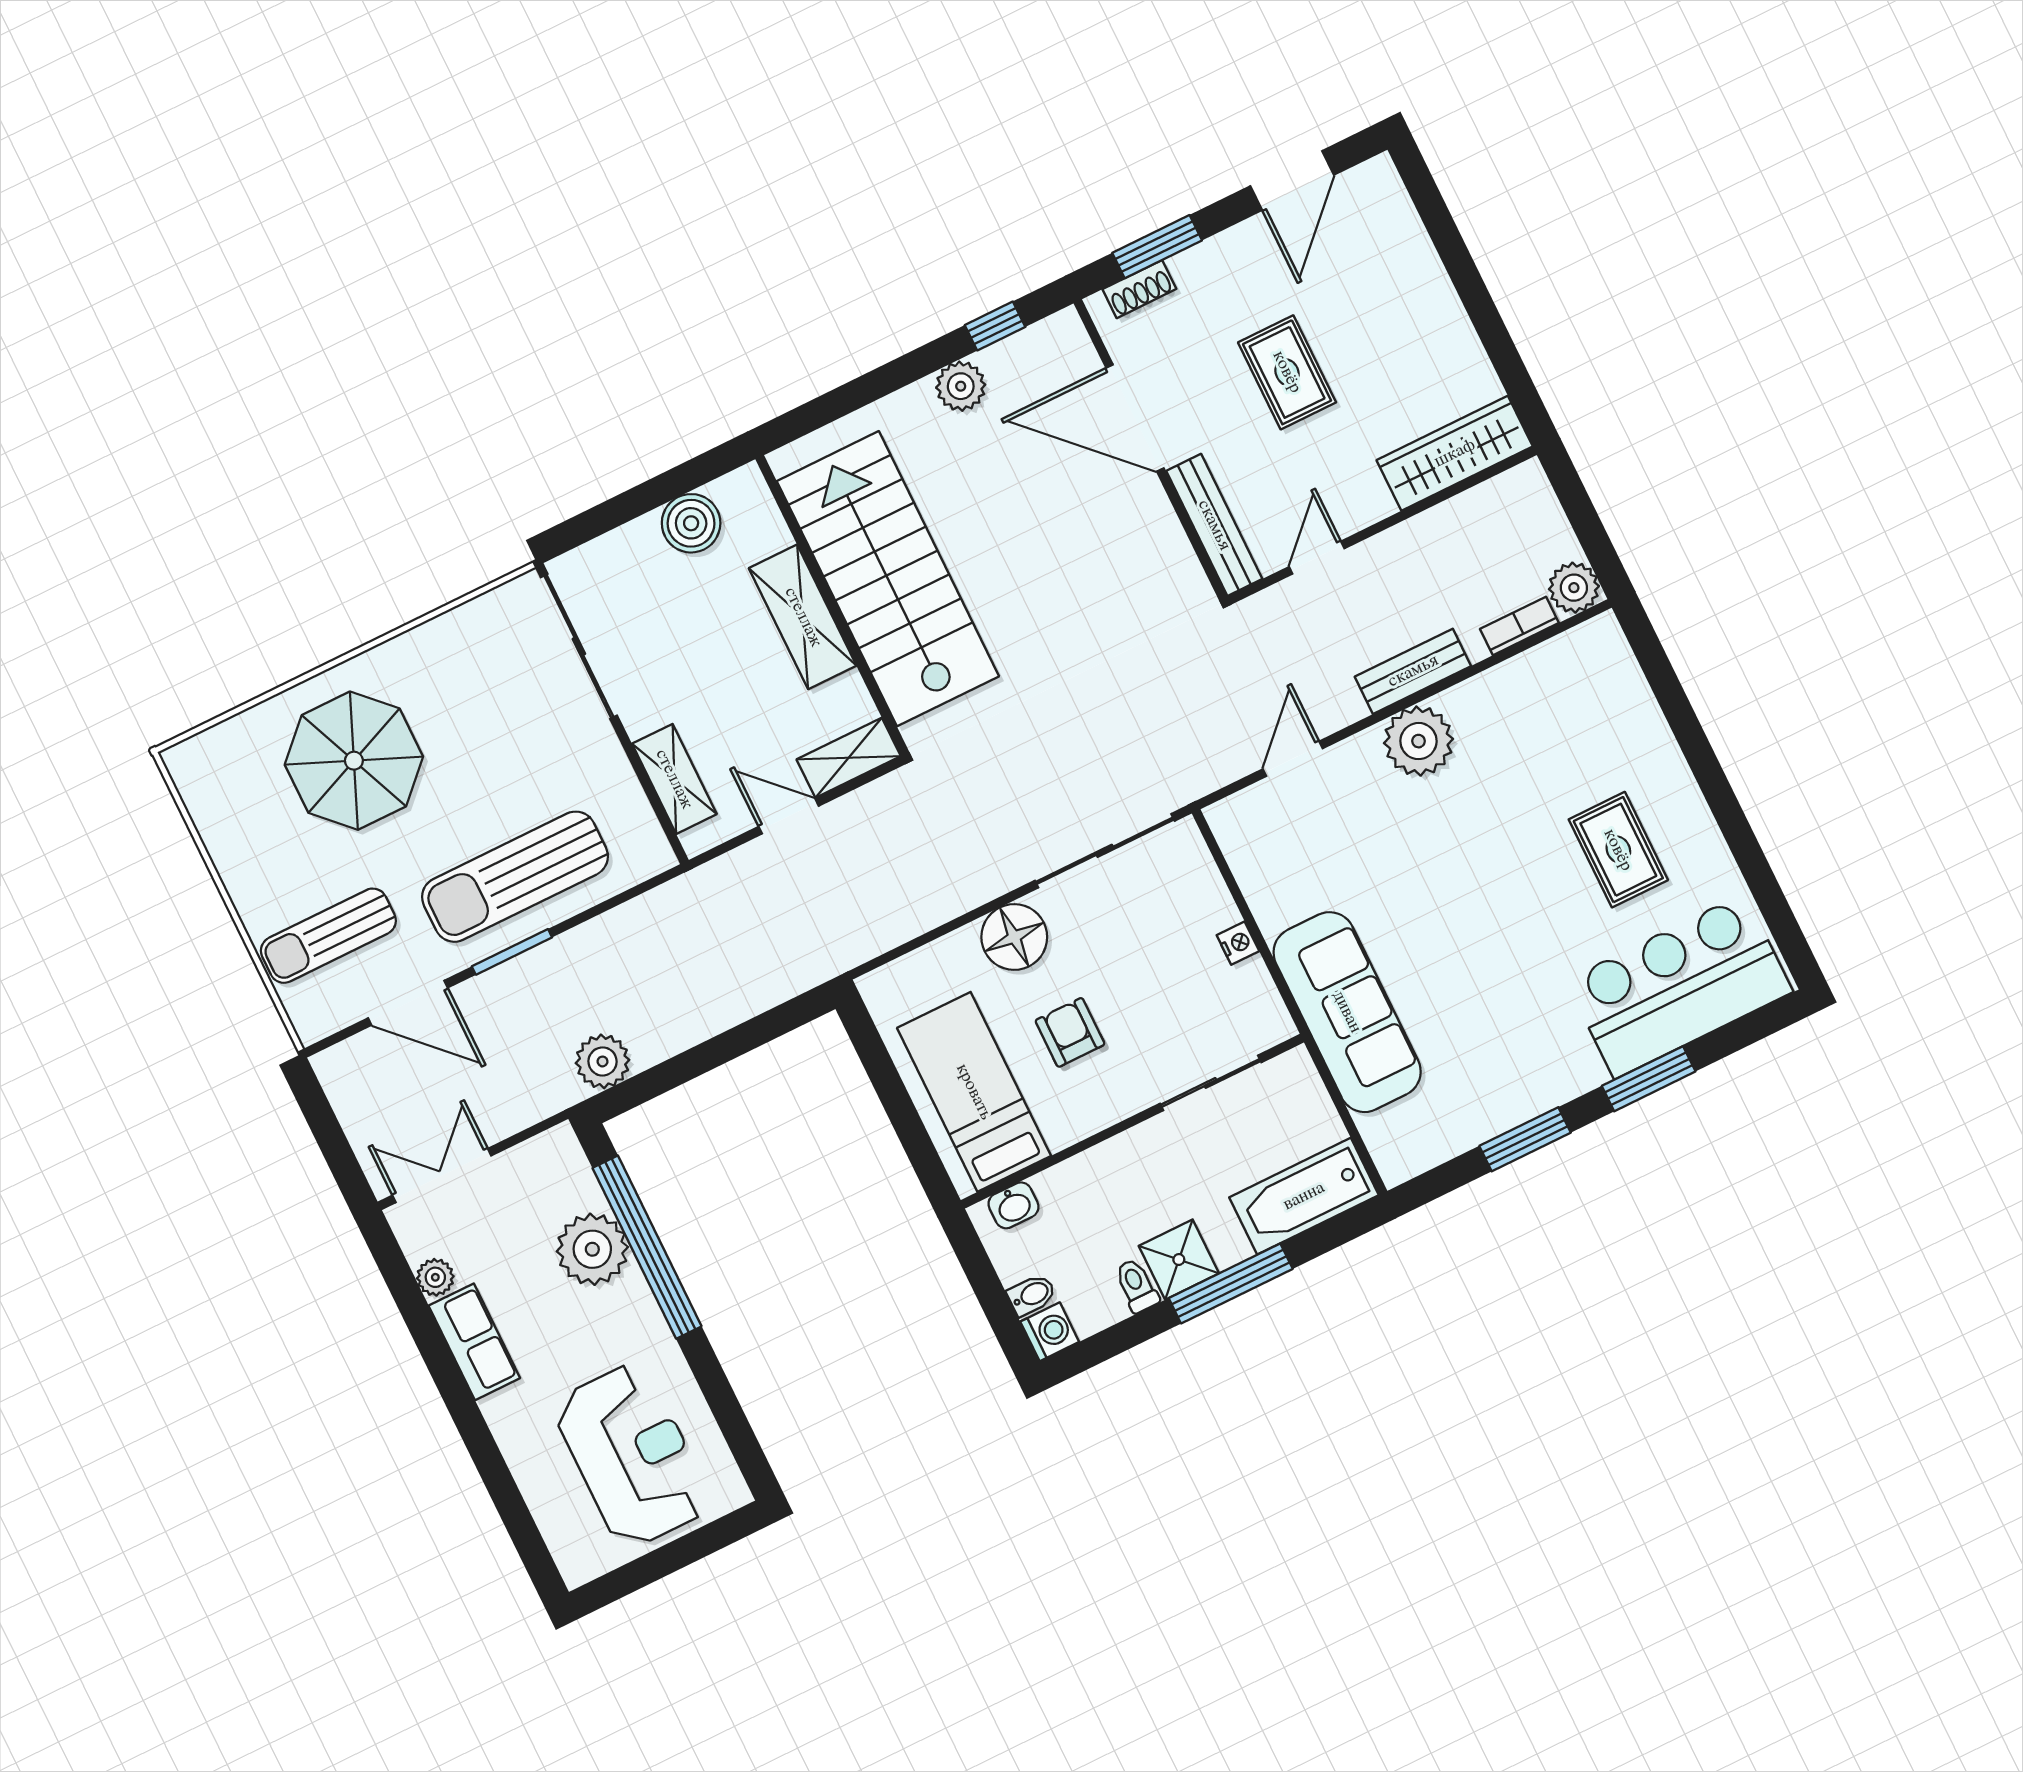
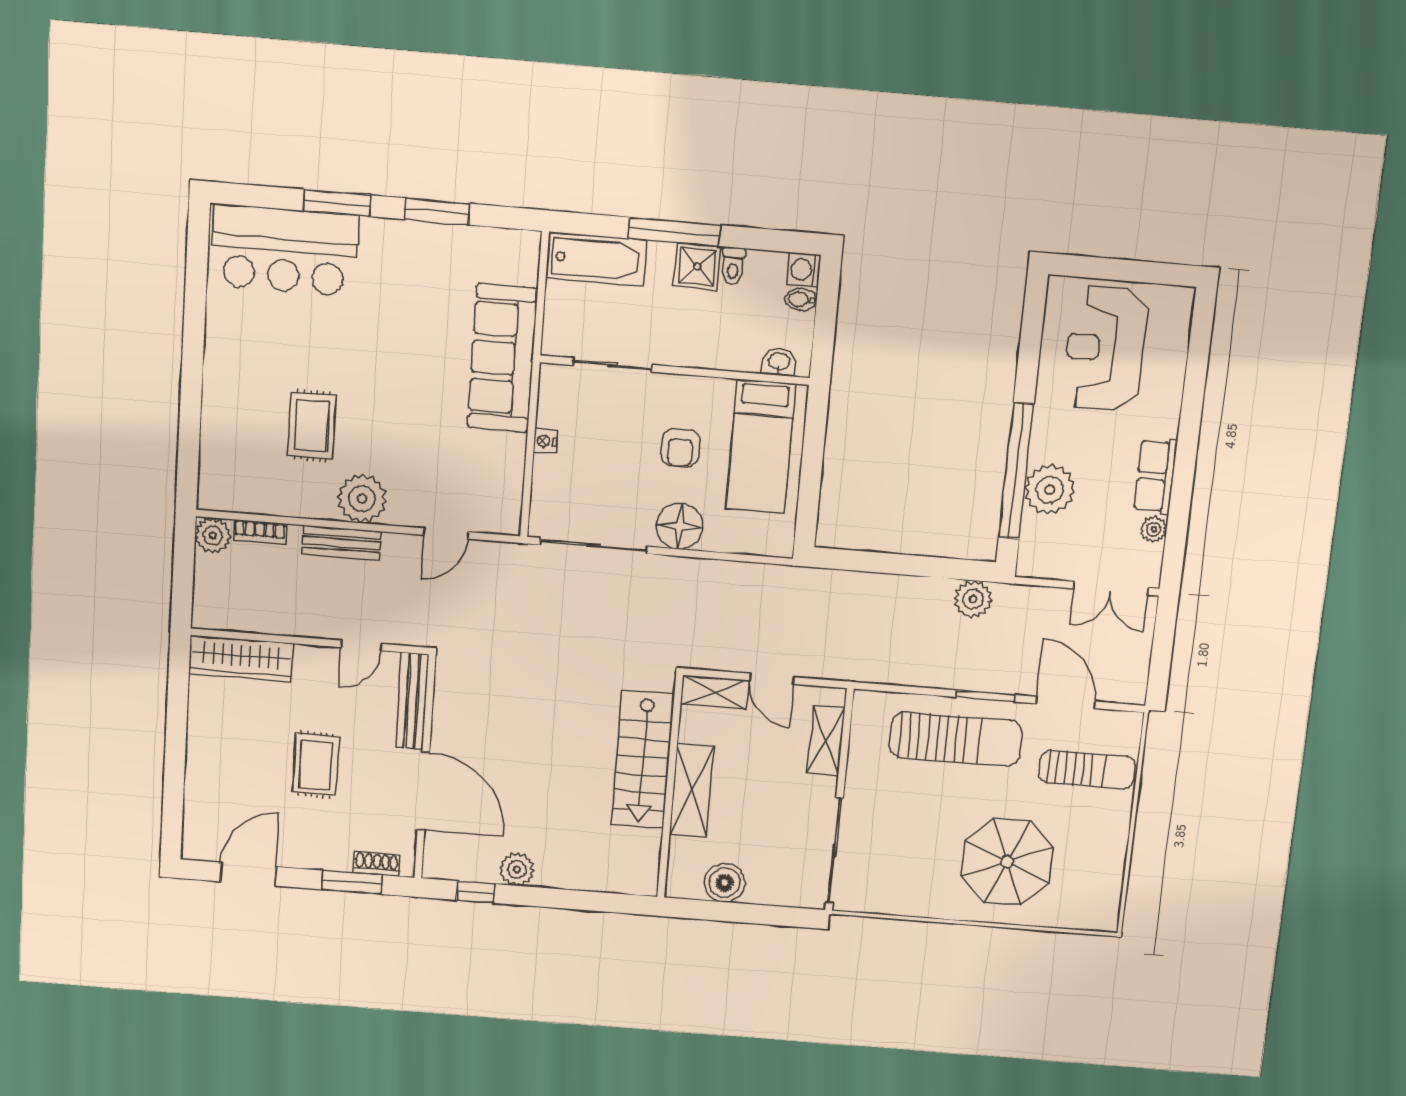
stairs: (888, 579) -> (643, 760), width x0.73, depth x0.66
rug: (1618, 850) -> (312, 426), moved

